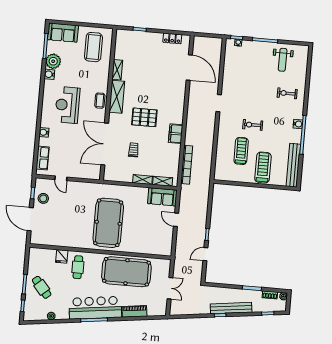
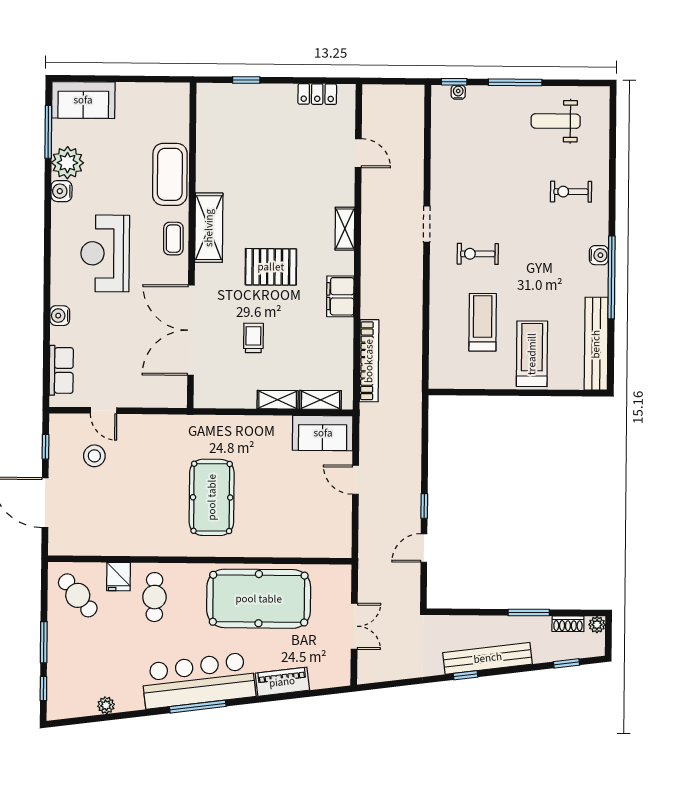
coffee table: (93, 47) -> (170, 174), moved
weight bench: (283, 60) -> (556, 121), turned 90
door: (189, 67) -> (358, 153), width x0.53
shelving: (117, 70) -> (345, 229), moved
exercise bike: (253, 125) -> (478, 254), moved
stool: (43, 198) -> (94, 456), moved
pool table: (108, 223) -> (212, 497), width x0.73, depth x0.76
cafe table: (42, 287) -> (78, 595), moved

